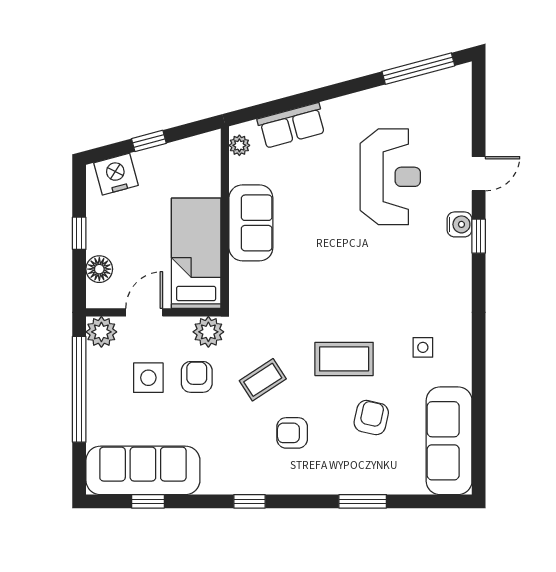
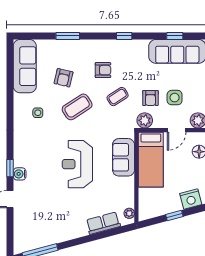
reception desk: (390, 177) -> (77, 164), moved
sofa: (251, 223) -> (123, 157), moved
coffee table: (344, 359) -> (77, 107), turned -33

